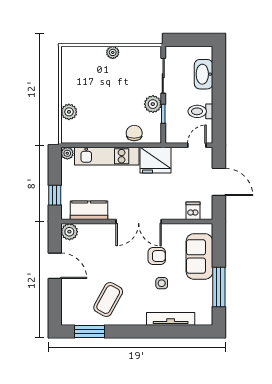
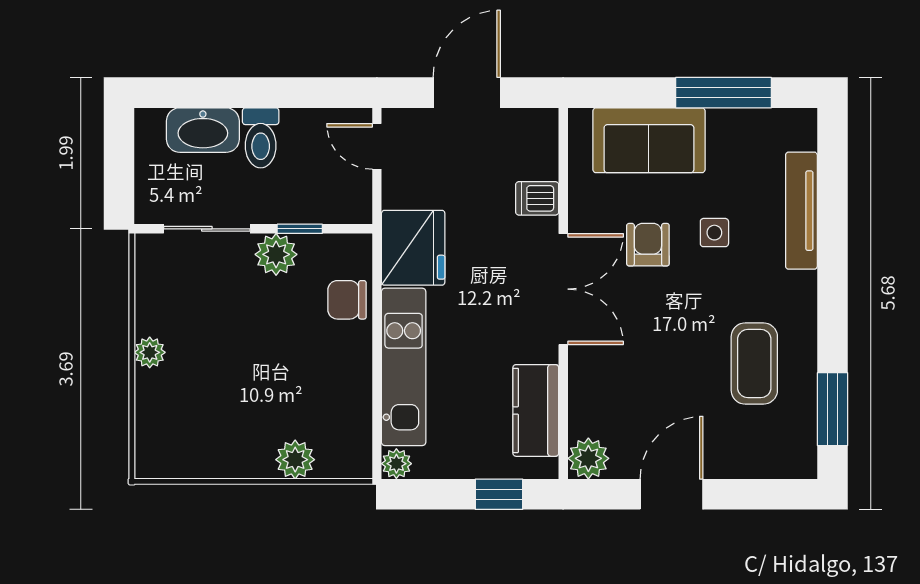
toilet: (200, 111) -> (261, 138), moved
dishwasher: (193, 211) -> (537, 198), moved
coffee table: (108, 299) -> (754, 363), turned 61

